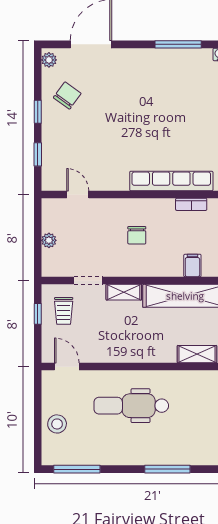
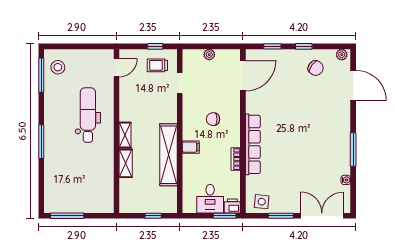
door: (78, 194) -> (243, 76), width x1.88
filing cabinet: (192, 266) -> (191, 147), moved
shelving: (124, 292) -> (125, 135), moved
stool: (57, 424) -> (58, 67), moved

